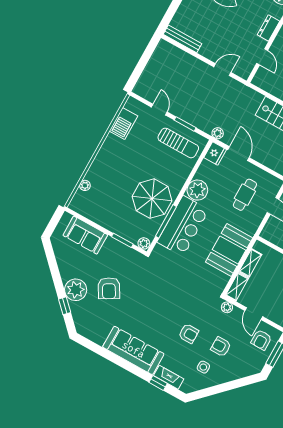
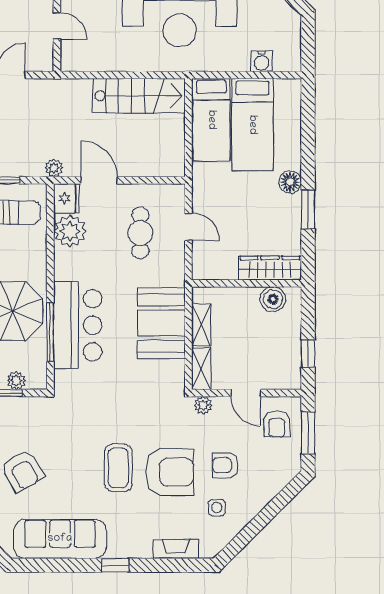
plant: (197, 190) -> (70, 231), moved
plant: (144, 243) -> (16, 380), moved
coffee table: (162, 316) -> (118, 468), added
armchair: (189, 334) -> (170, 472), width x1.88, depth x1.88
sofa: (133, 350) -> (60, 539), moved
window: (158, 383) -> (115, 565), moved

